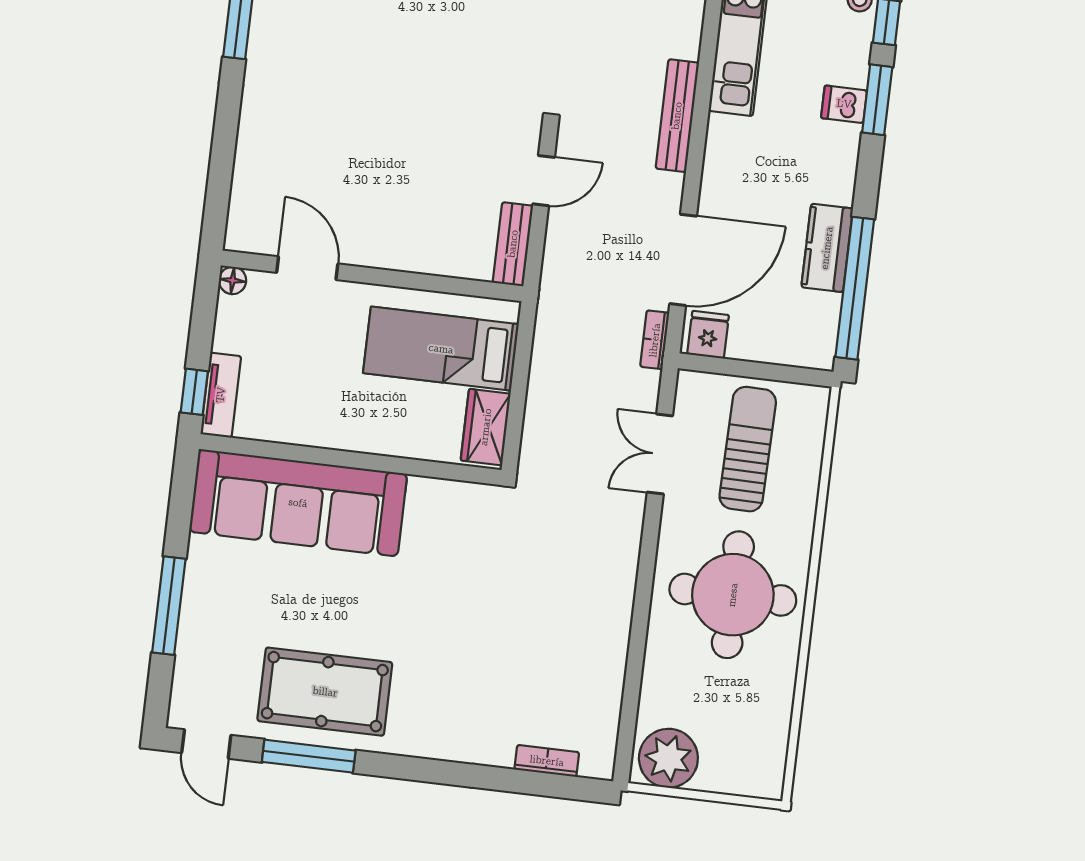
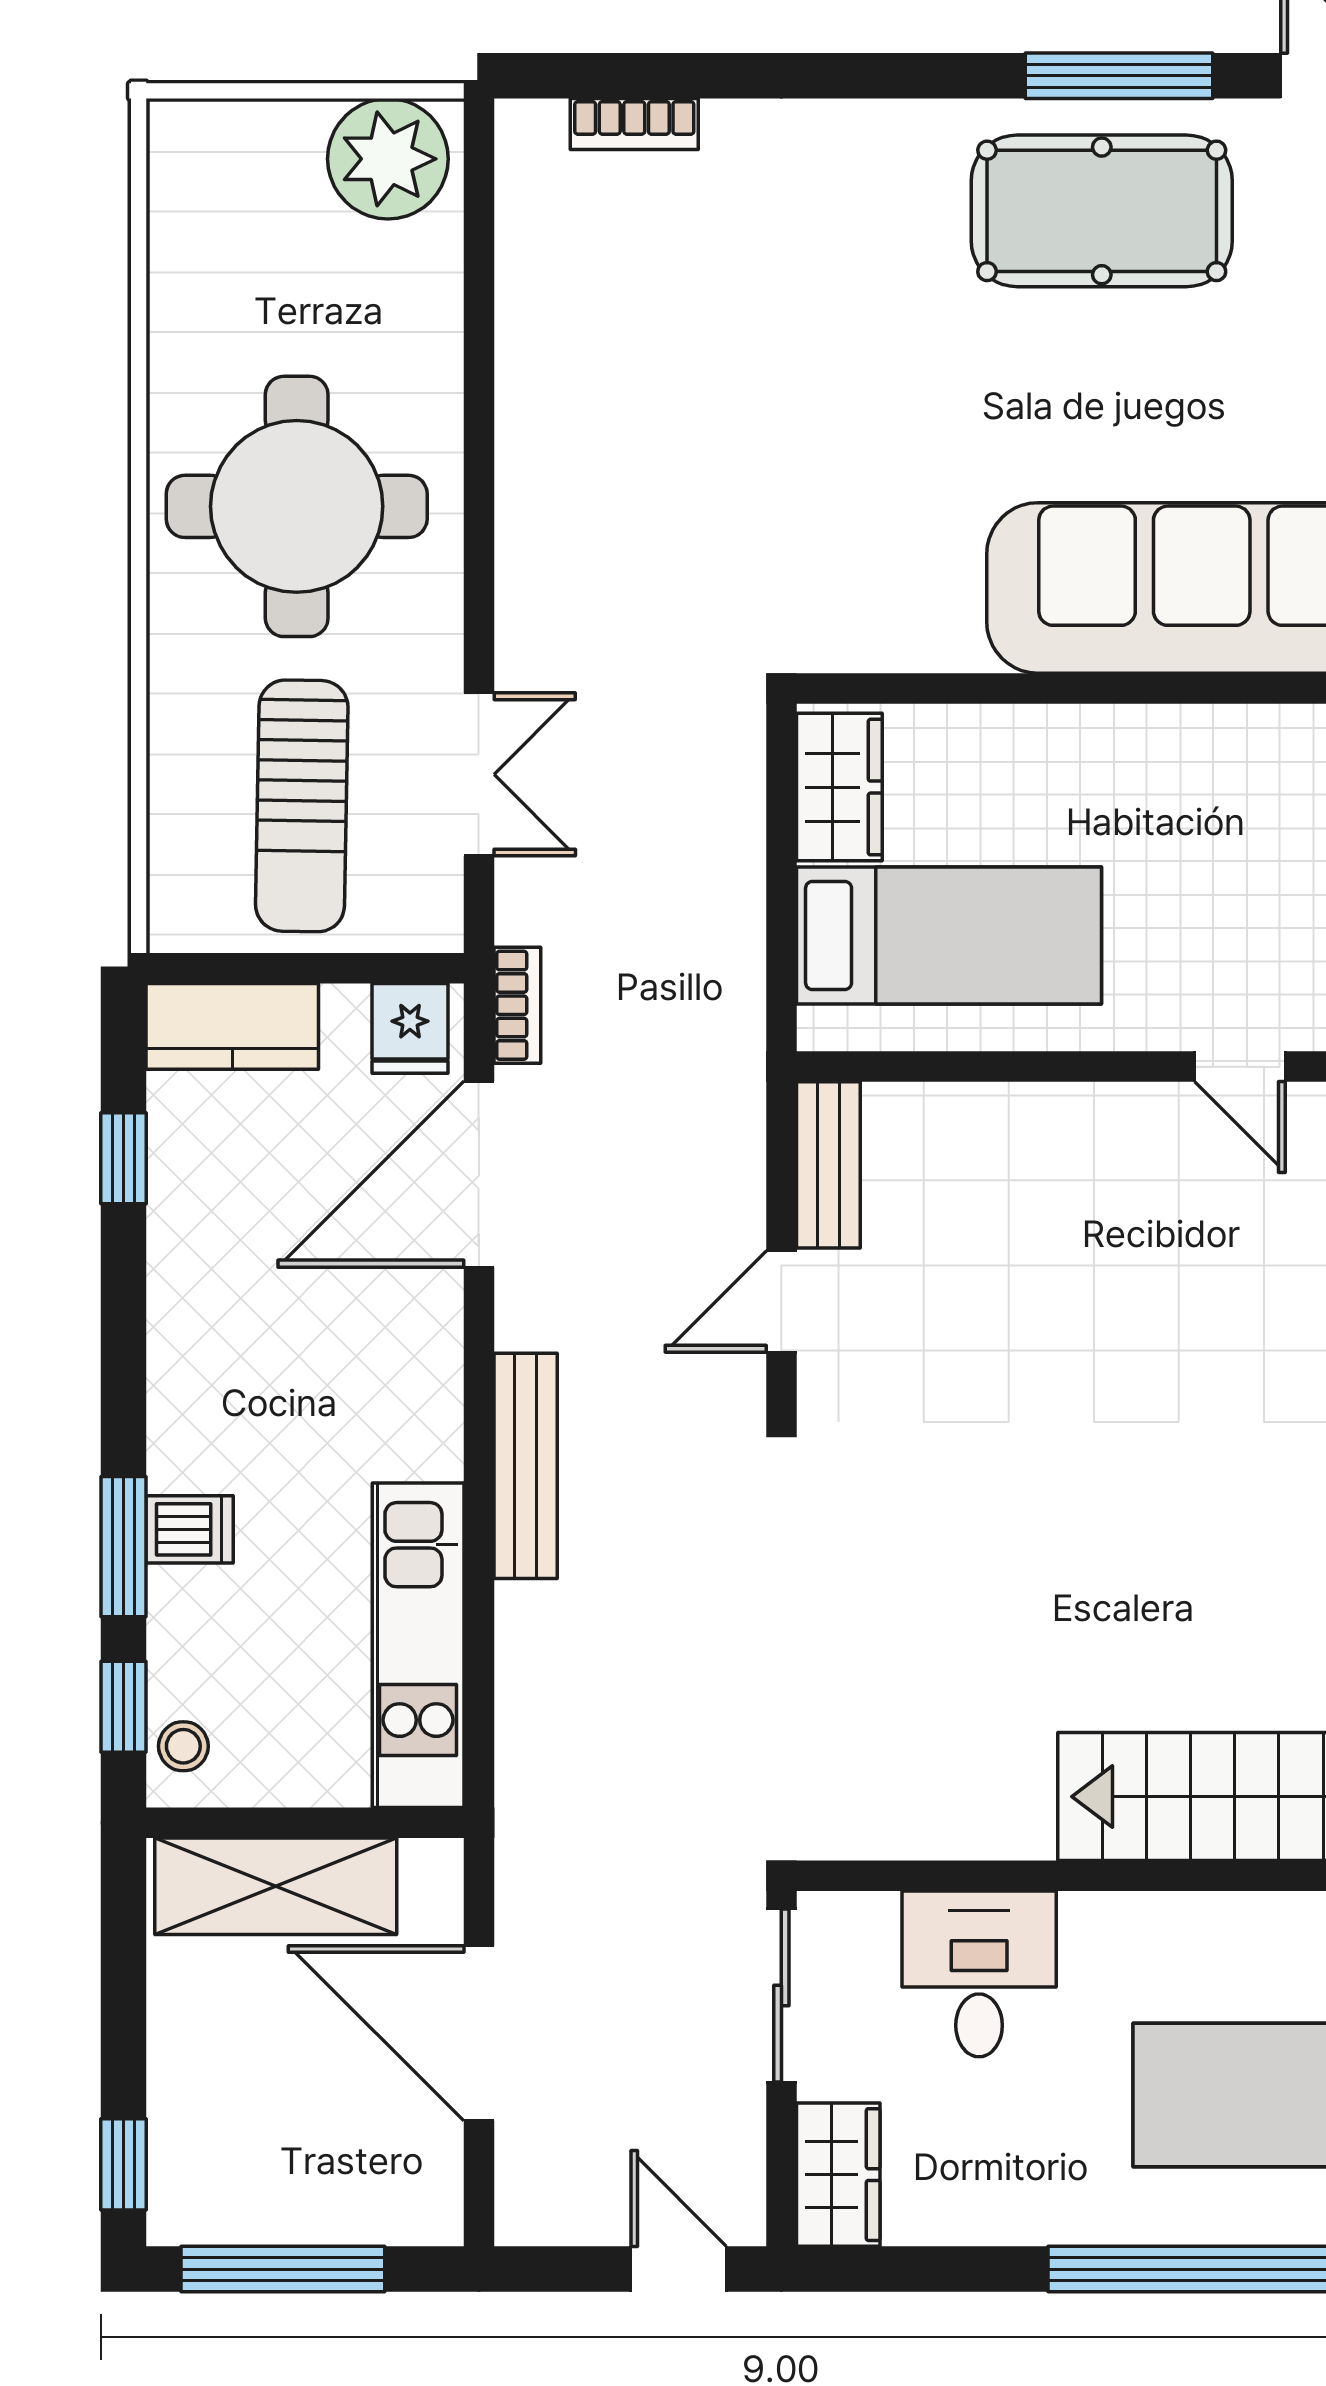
kitchen counter: (827, 248) -> (232, 1026), moved, turned 90
door: (307, 268) -> (1240, 1067), width x0.73
window: (855, 288) -> (123, 1158), width x0.32

